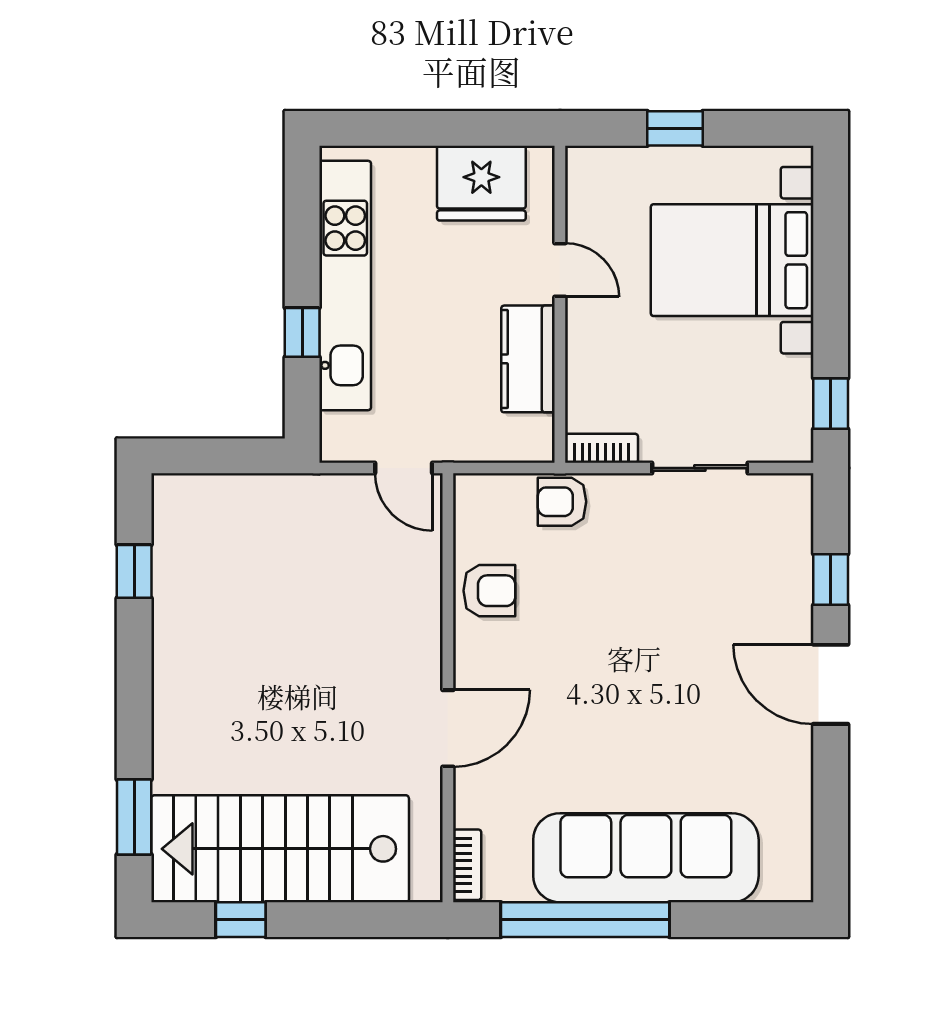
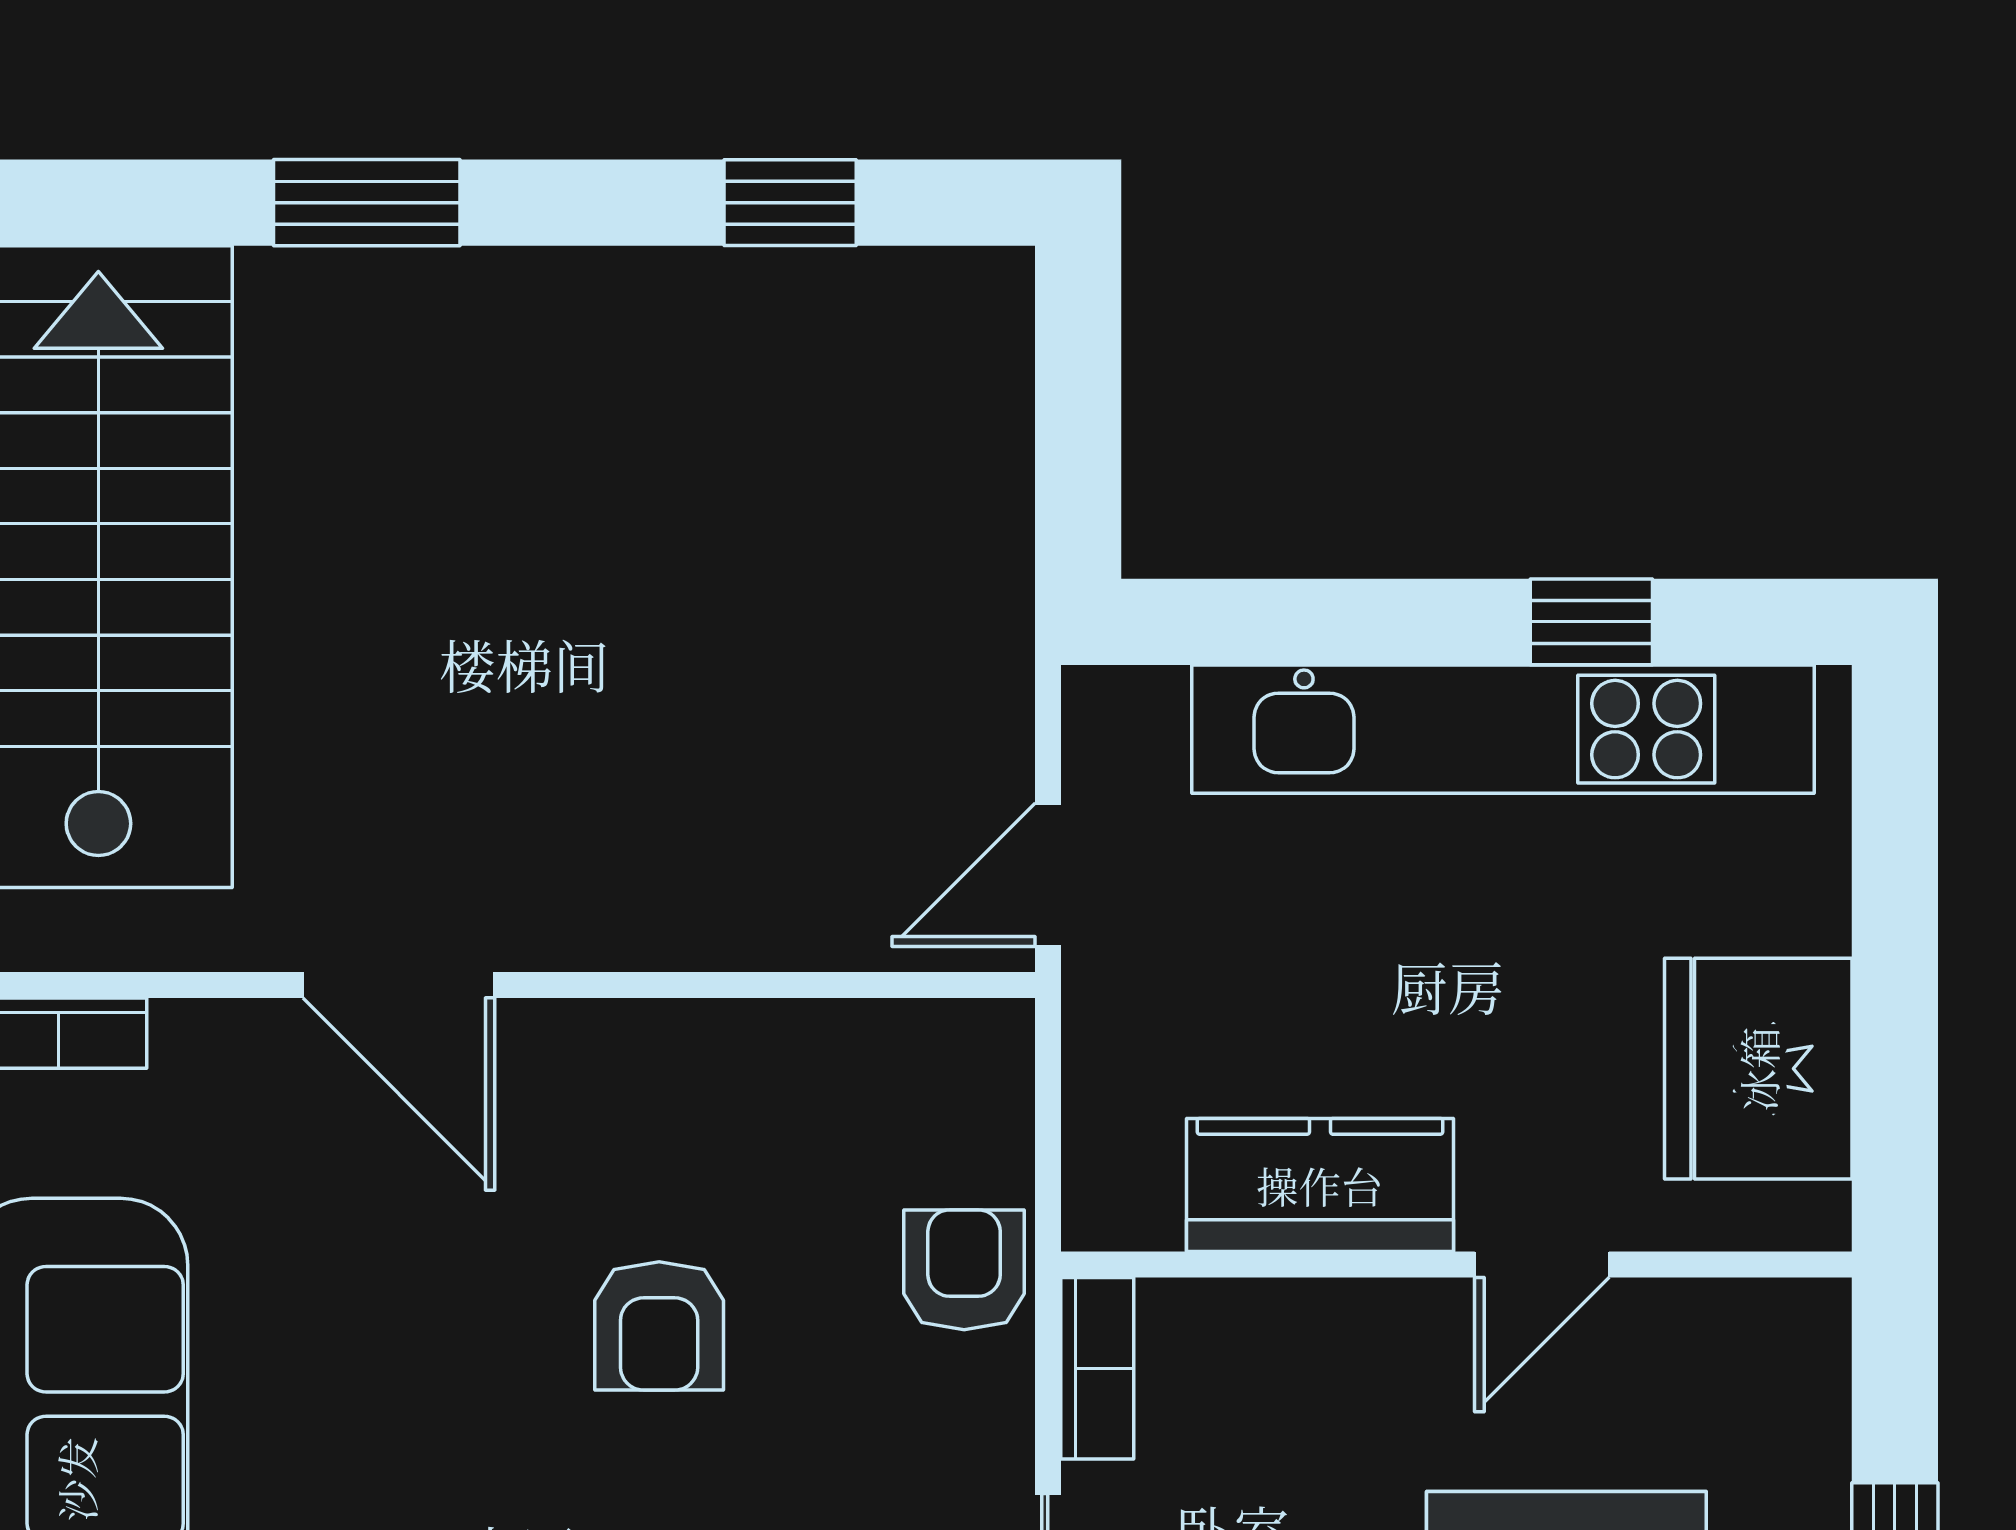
window: (302, 332) -> (1591, 622), moved
armchair: (489, 591) -> (659, 1326), moved
window: (134, 817) -> (367, 203), moved

